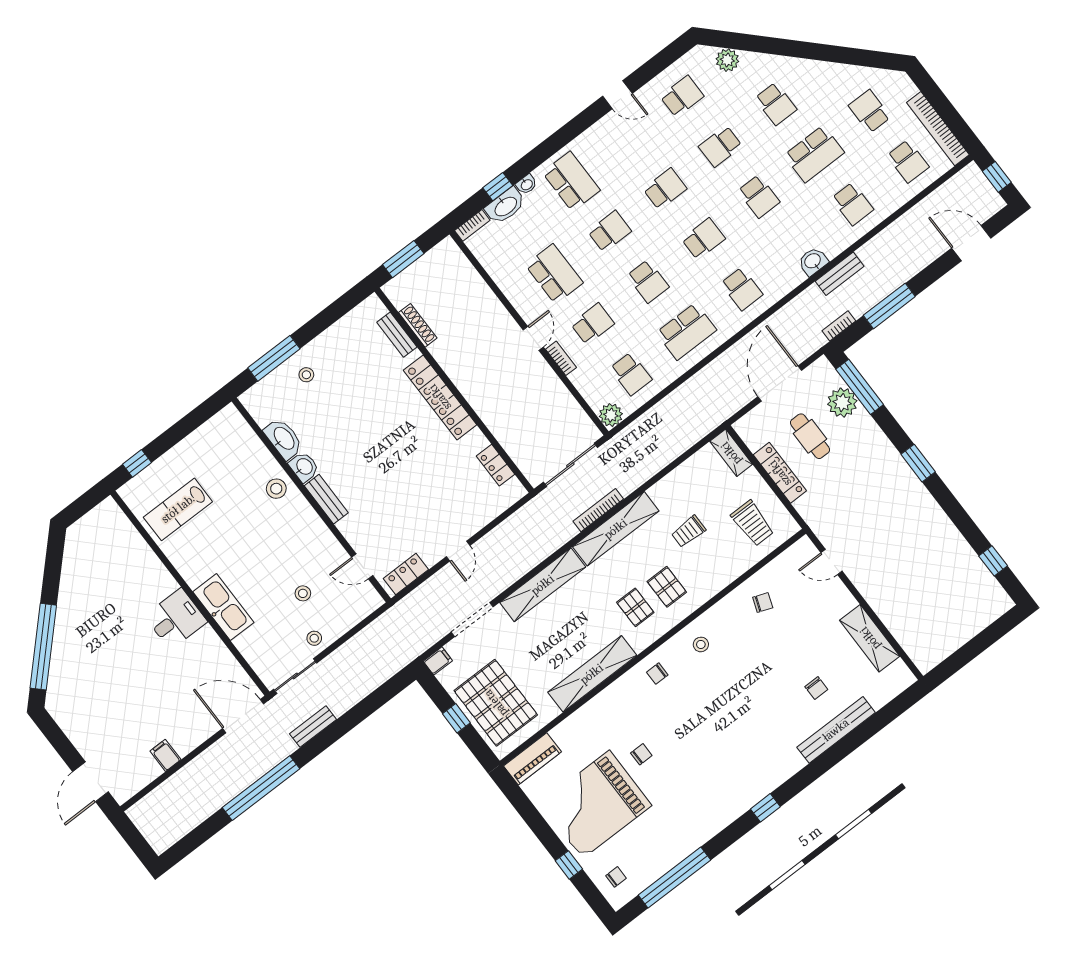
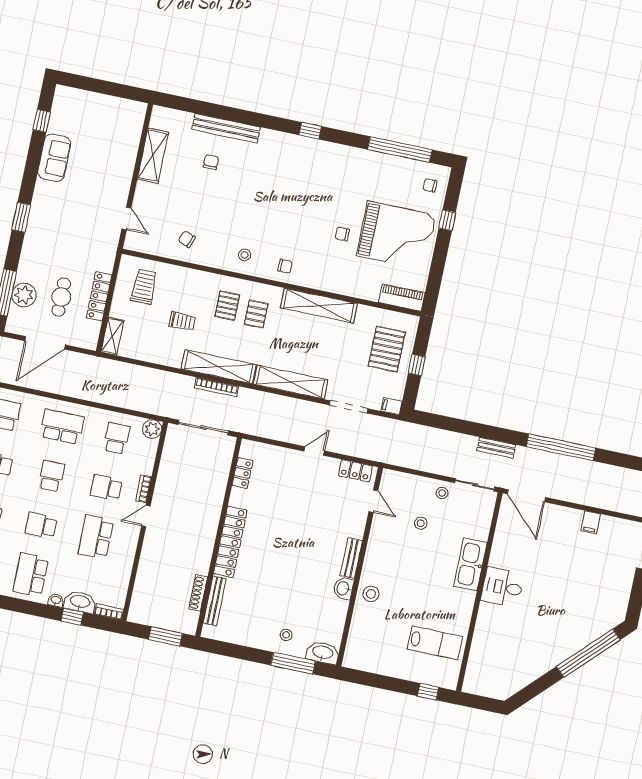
bench: (397, 335) -> (215, 601), width x1.36
washbasin: (284, 439) -> (323, 653), moved, turned 90
sofa: (948, 543) -> (54, 158), added
pallet: (496, 703) -> (387, 349), width x0.73, depth x0.71

